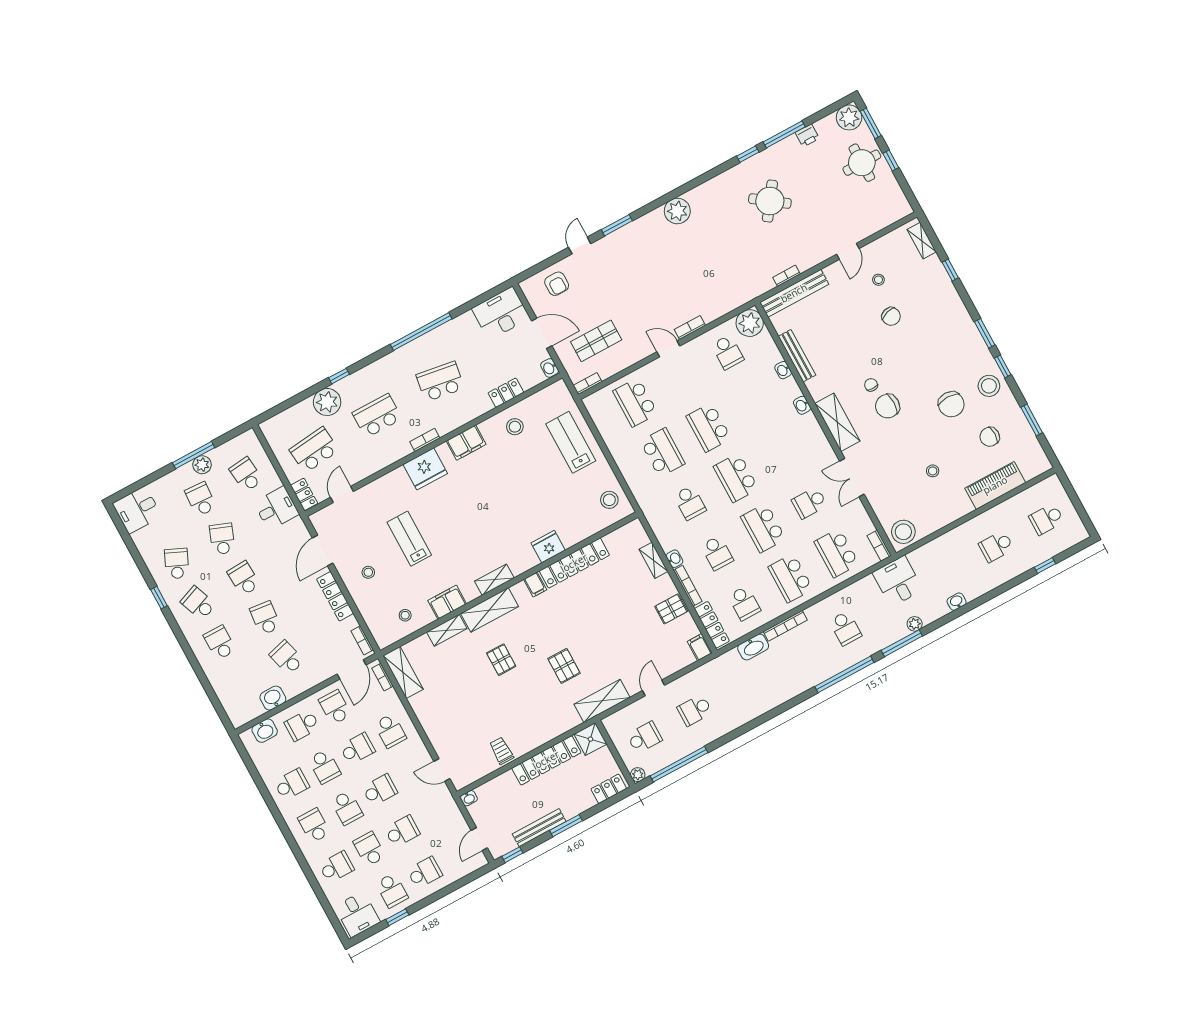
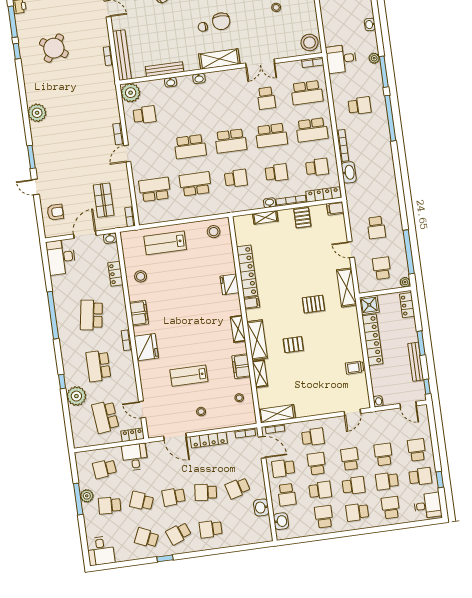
school desk: (635, 402) -> (155, 189), turned 180

